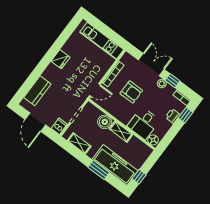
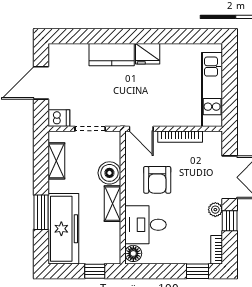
kitchen counter: (37, 91) -> (112, 55), moved
armchair: (131, 92) -> (157, 180), moved
printer: (173, 116) -> (184, 255), removed
window: (139, 177) -> (95, 271), moved

